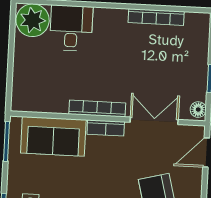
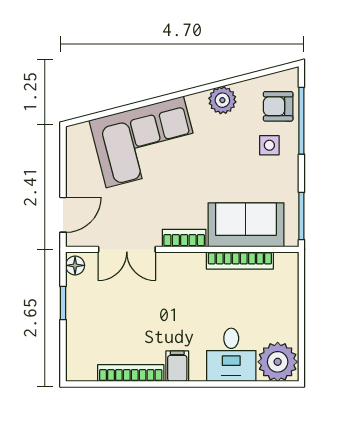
filing cabinet: (117, 21) -> (177, 366), added
bookcase: (97, 109) -> (240, 261), moved

